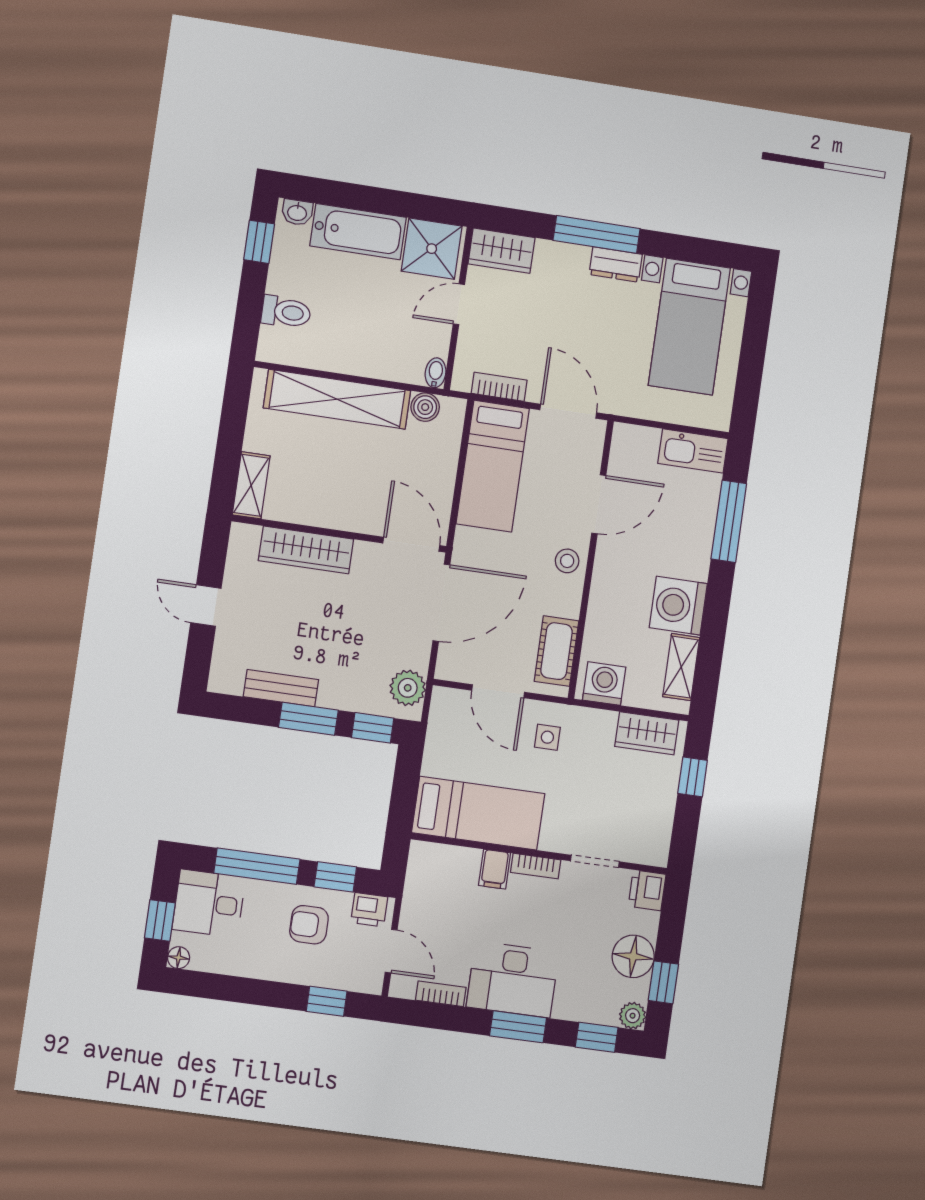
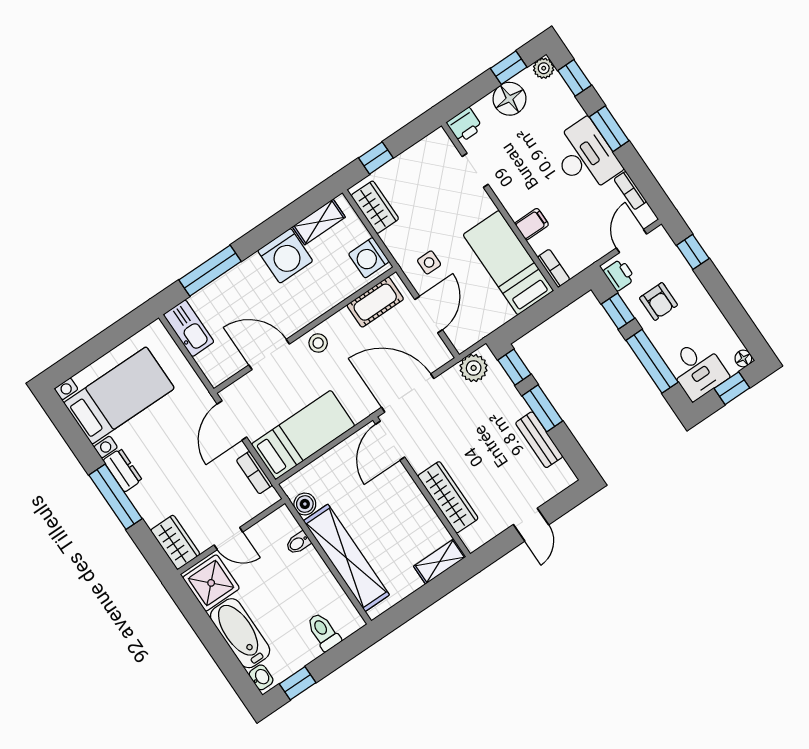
bidet: (436, 373) -> (298, 543), moved
bookcase: (536, 866) -> (554, 268), moved

